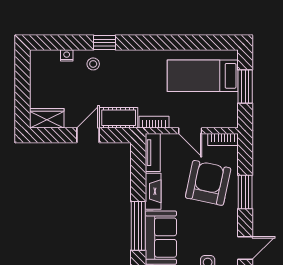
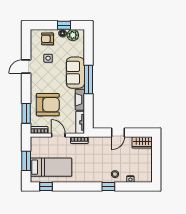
window: (211, 43) -> (46, 187), added
cot: (119, 118) -> (100, 143), removed
armchair: (208, 183) -> (48, 105), turned -102
window: (245, 192) -> (26, 113), moved

